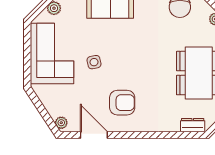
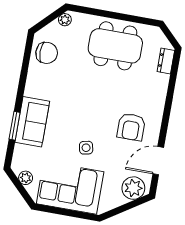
armchair: (122, 103) -> (131, 127), turned 180
plant: (61, 123) -> (133, 188), width x1.88, depth x1.88

